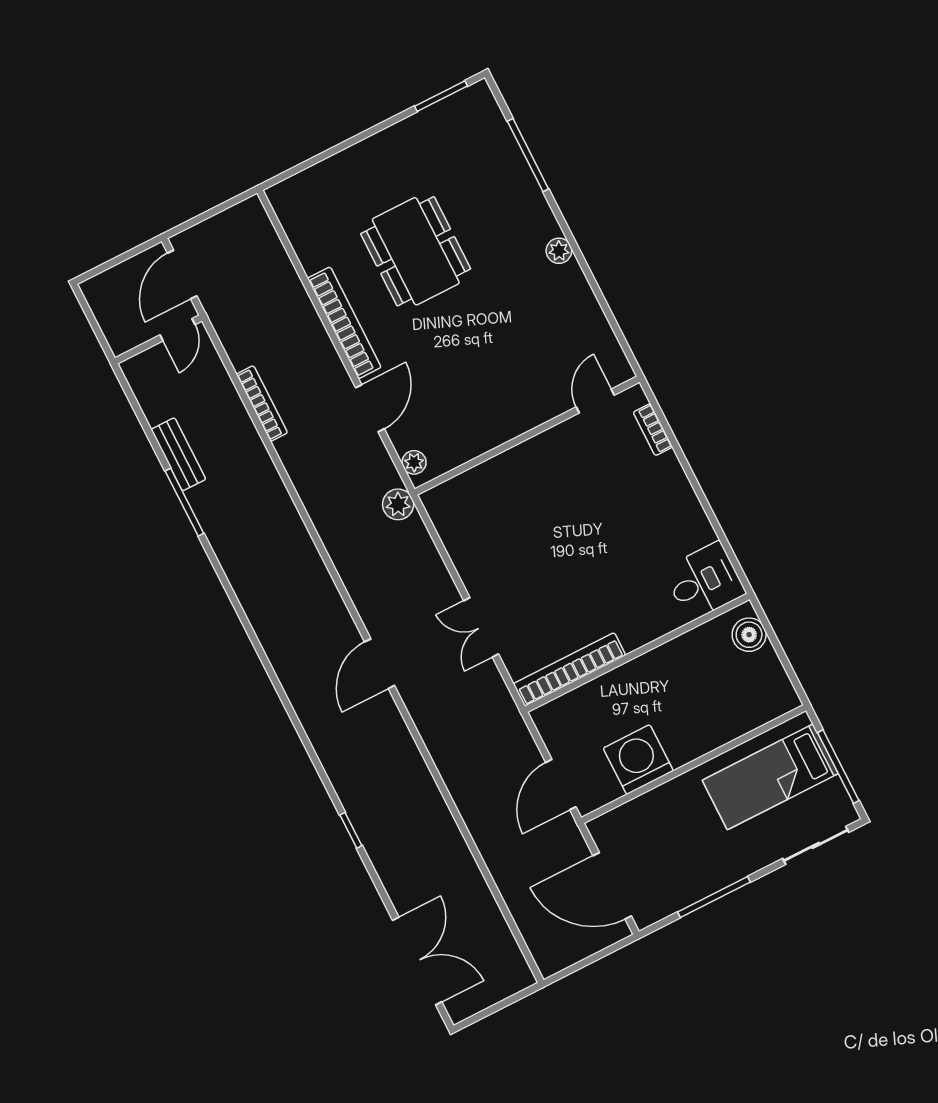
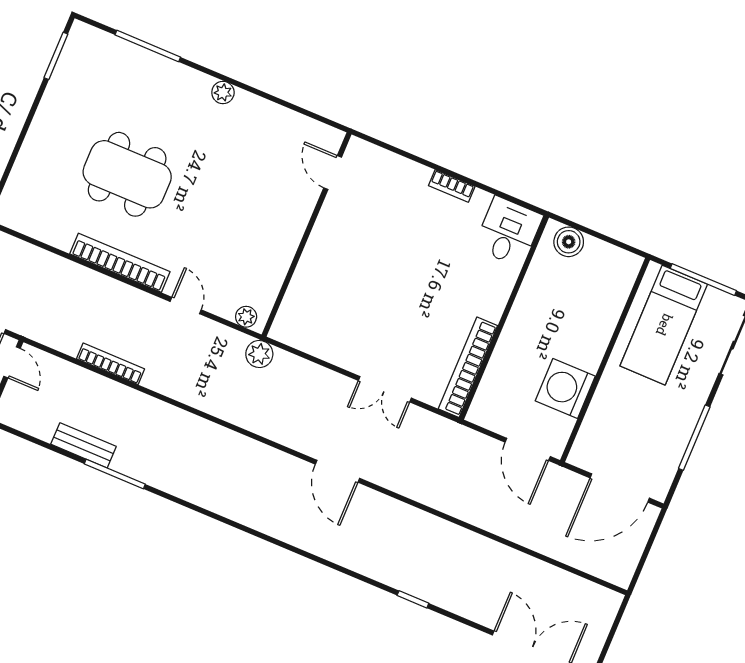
door: (370, 408) -> (186, 306), width x0.73
bookcase: (653, 430) -> (452, 186), moved

